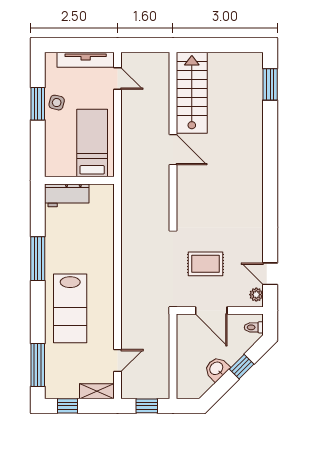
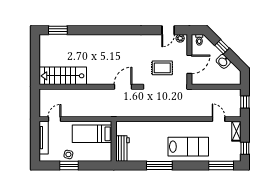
door: (173, 150) -> (123, 87), moved
rug: (206, 264) -> (162, 68), turned 90

